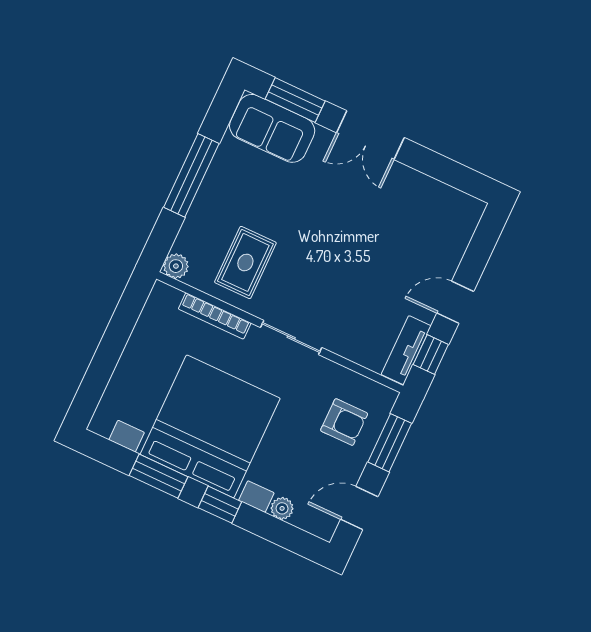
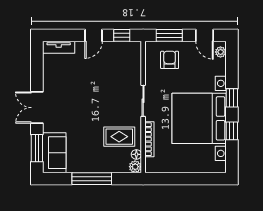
double door: (370, 135) -> (37, 108), swing flipped
floor lamp: (198, 279) -> (136, 154), added
door: (455, 302) -> (94, 35), hinge flipped
tv unit: (406, 350) -> (59, 47), moved
window: (159, 476) -> (232, 131), width x0.67
plant: (282, 508) -> (221, 52), moved

